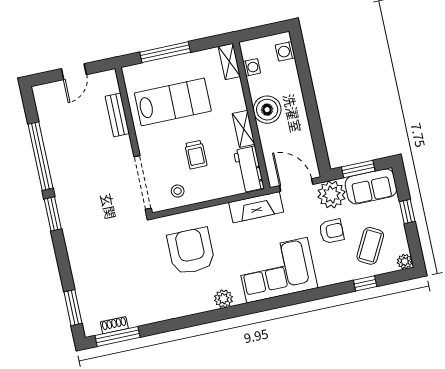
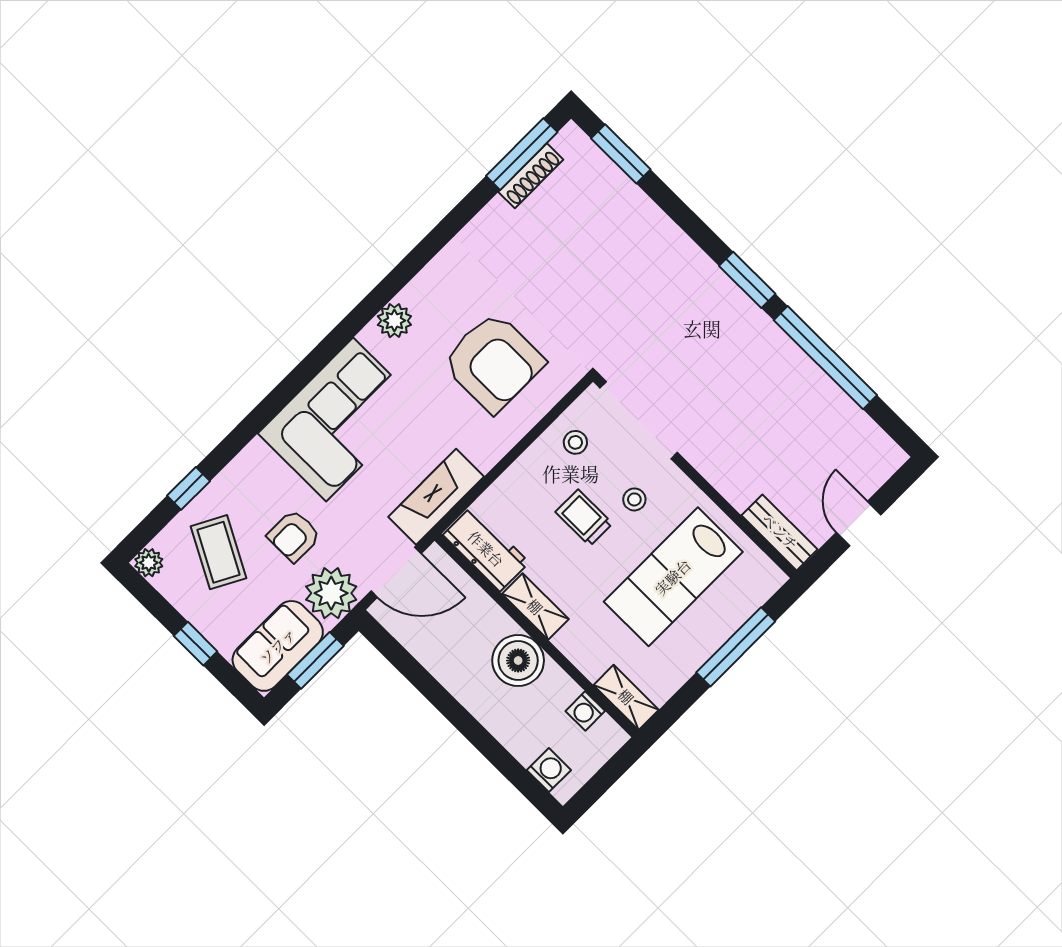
bench: (117, 115) -> (780, 532), moved
stool: (168, 148) -> (634, 499), added
shoe rack: (114, 325) -> (531, 176), width x1.43

